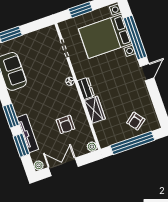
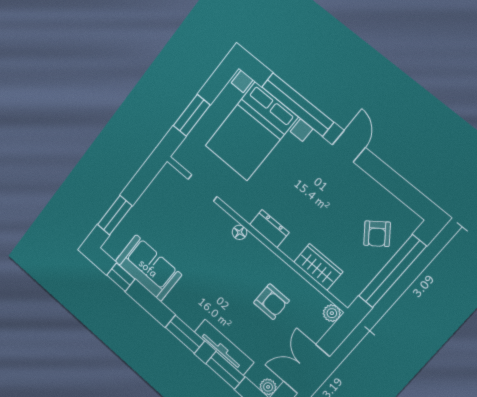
wardrobe: (95, 110) -> (318, 267), moved

